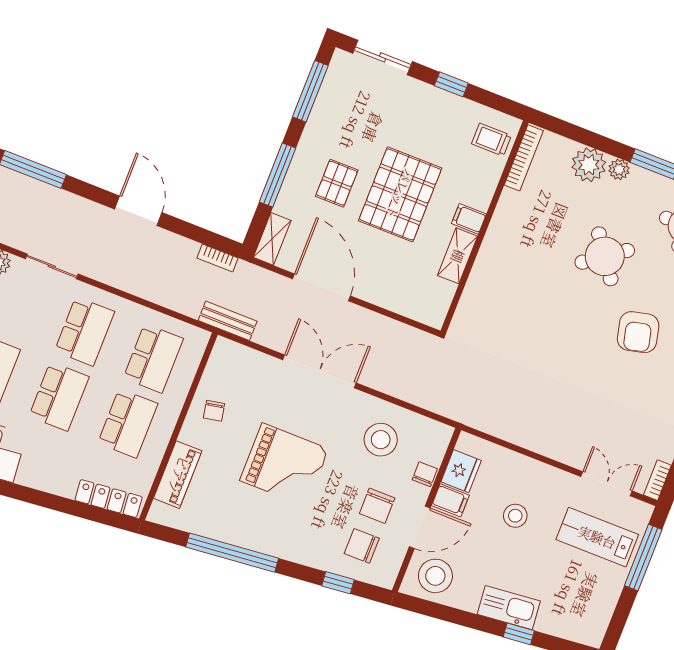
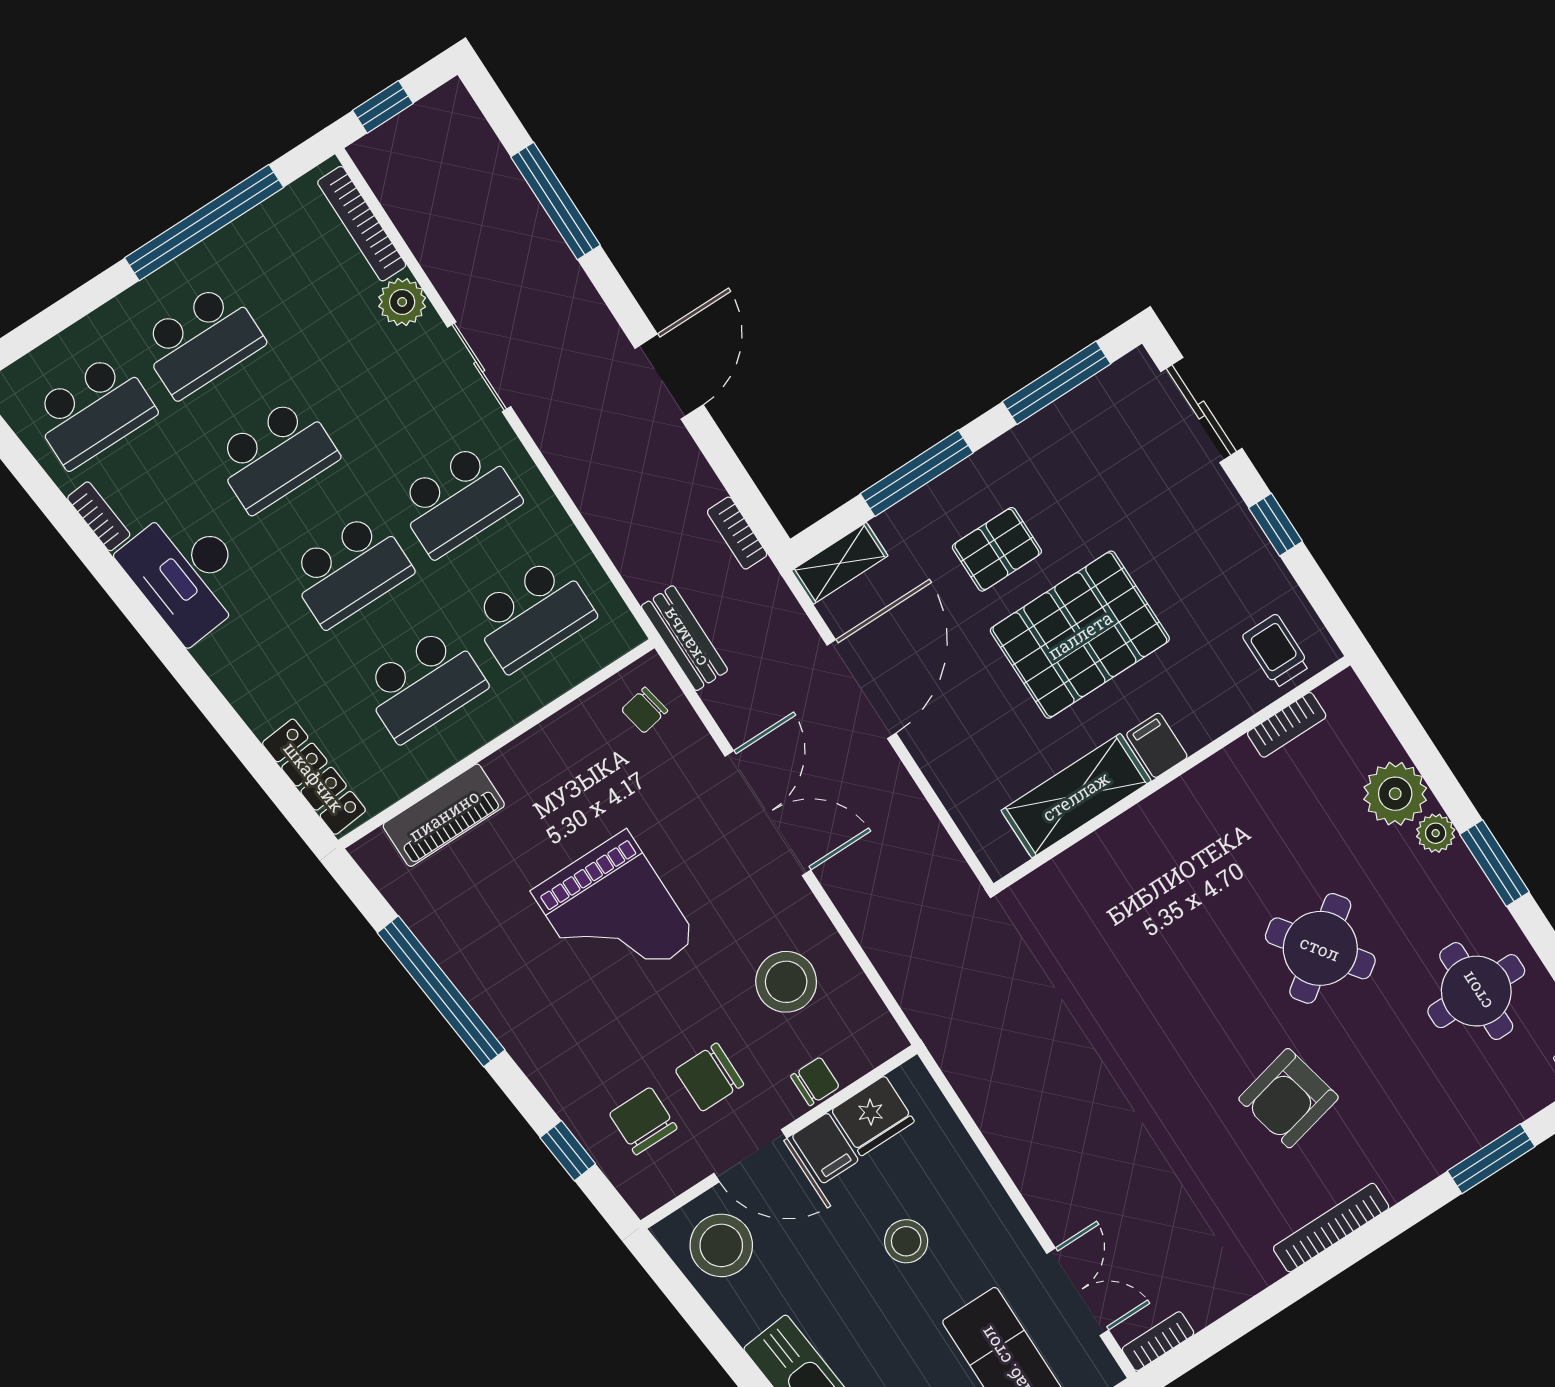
bookcase: (524, 158) -> (1287, 725), width x0.64
shelving: (458, 256) -> (1076, 796), width x1.50, depth x1.33
chair: (214, 411) -> (644, 710), moved

